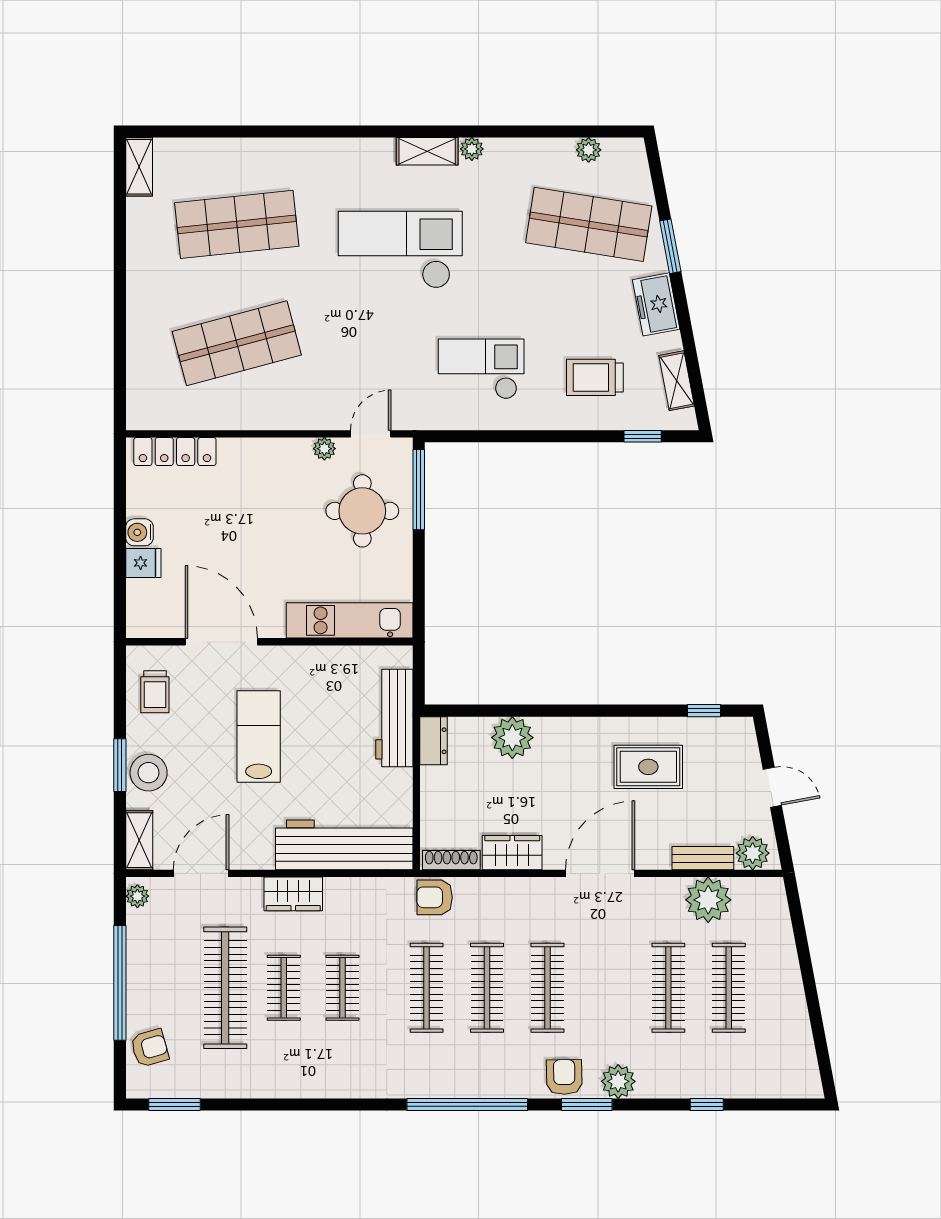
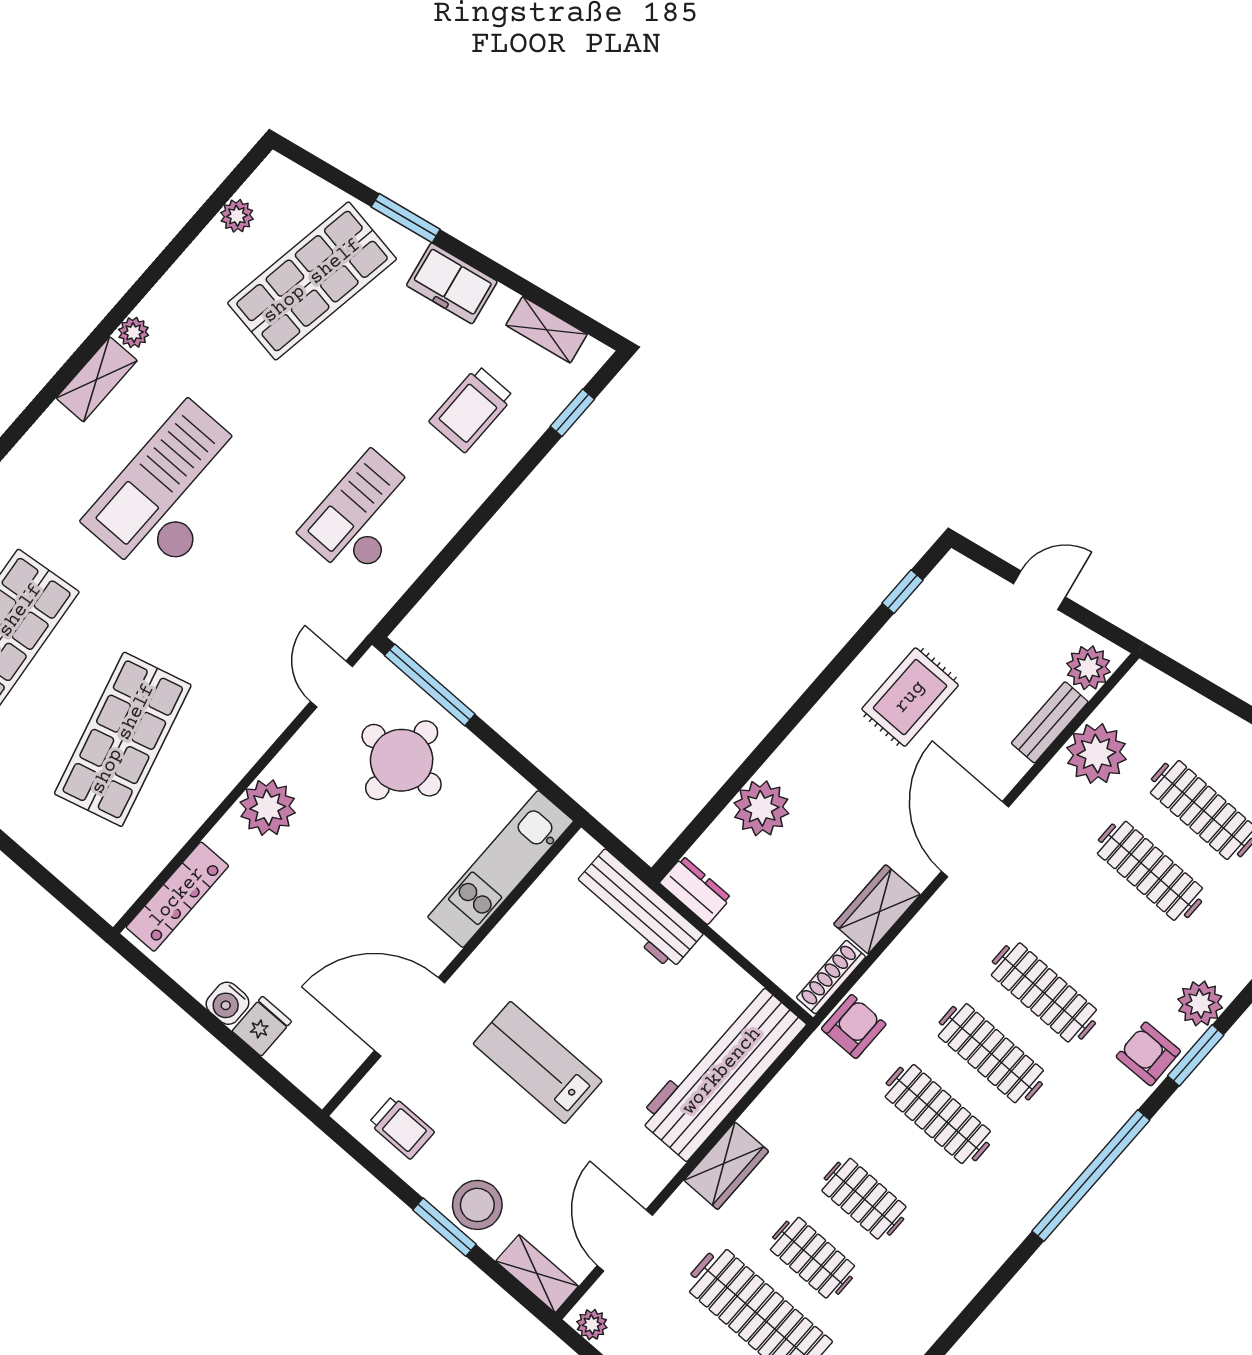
plant: (324, 449) -> (268, 808), moved, width x1.87, depth x1.87
armchair: (435, 897) -> (854, 1027), turned 180

